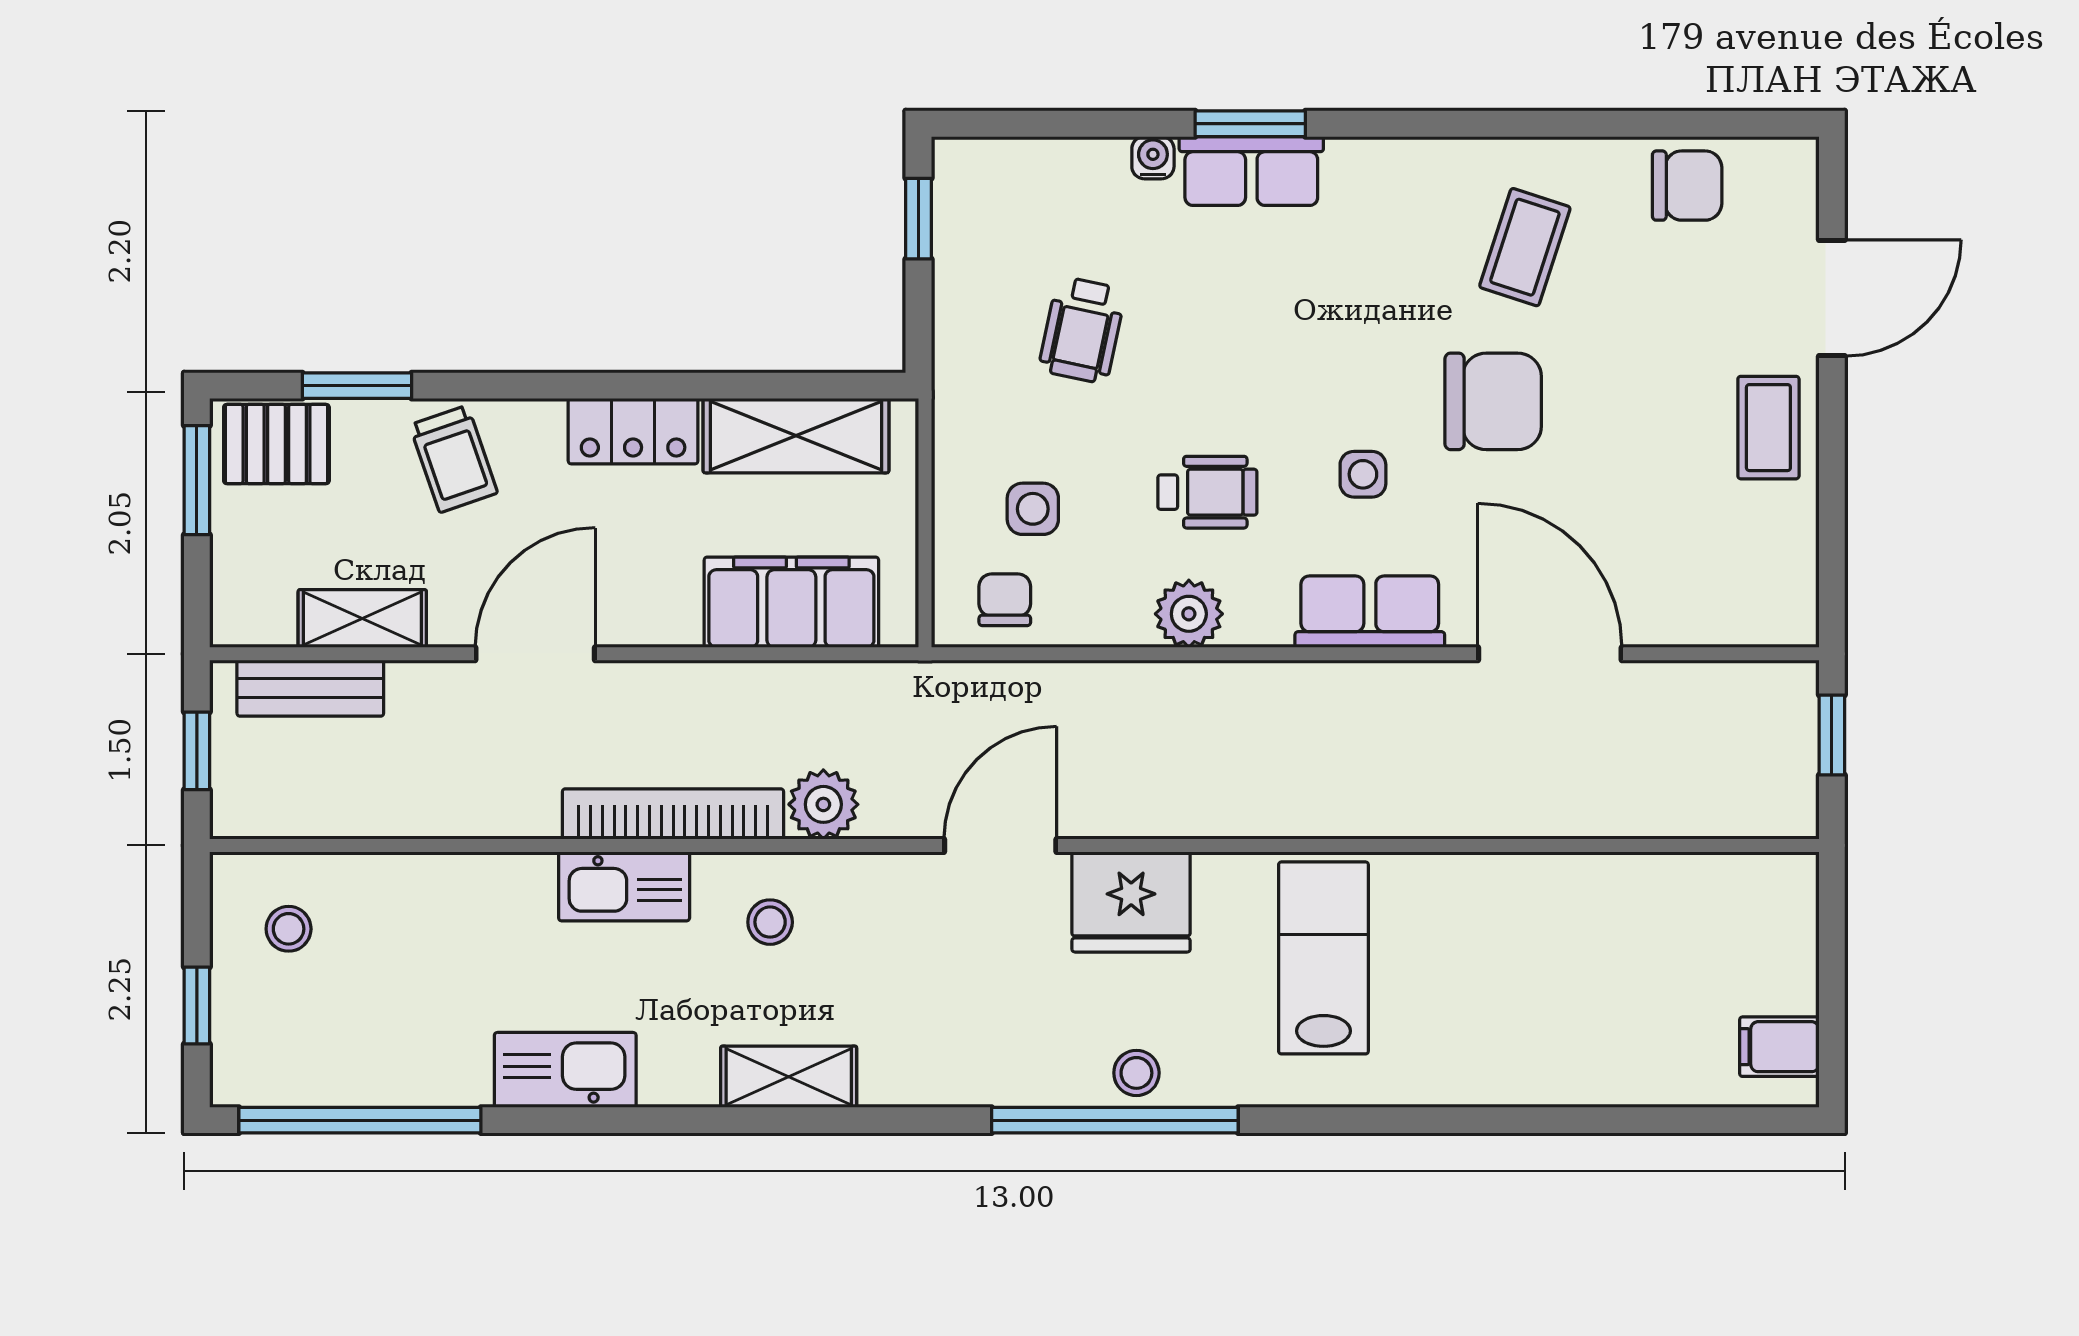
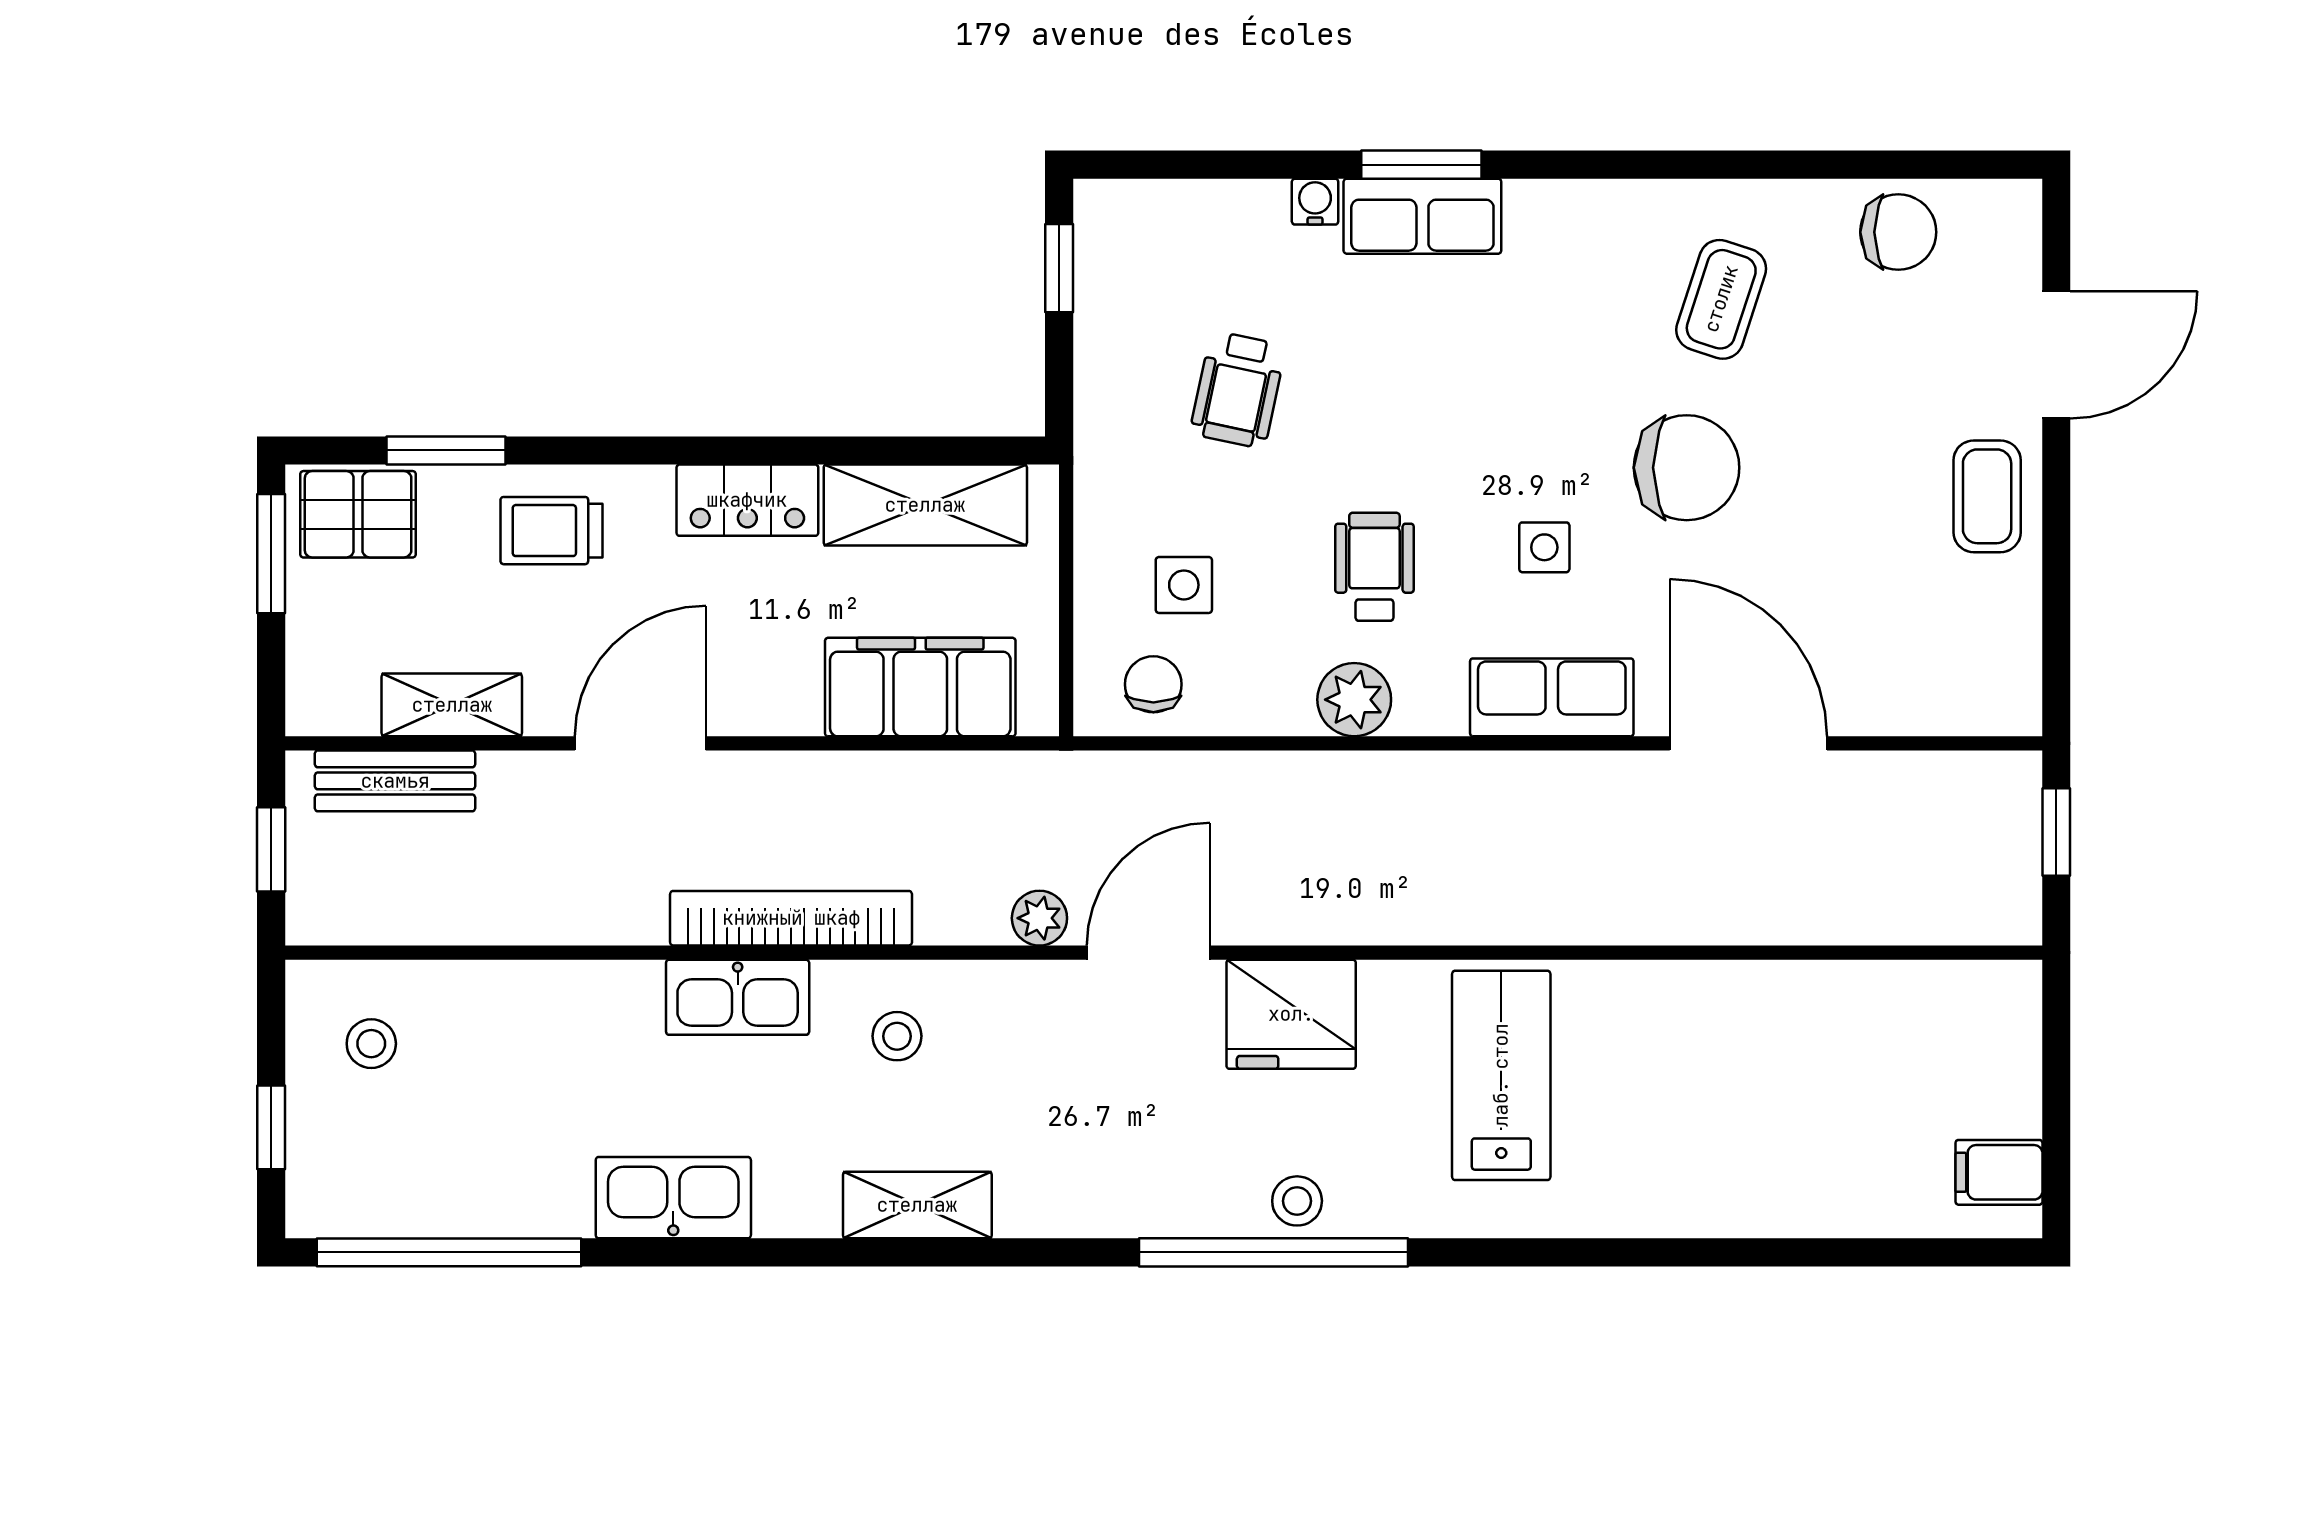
trolley: (454, 459) -> (551, 531), turned 109
wheelchair: (1207, 492) -> (1374, 567), turned -90
plant: (823, 804) -> (1039, 918), moved, width x0.73, depth x0.73

